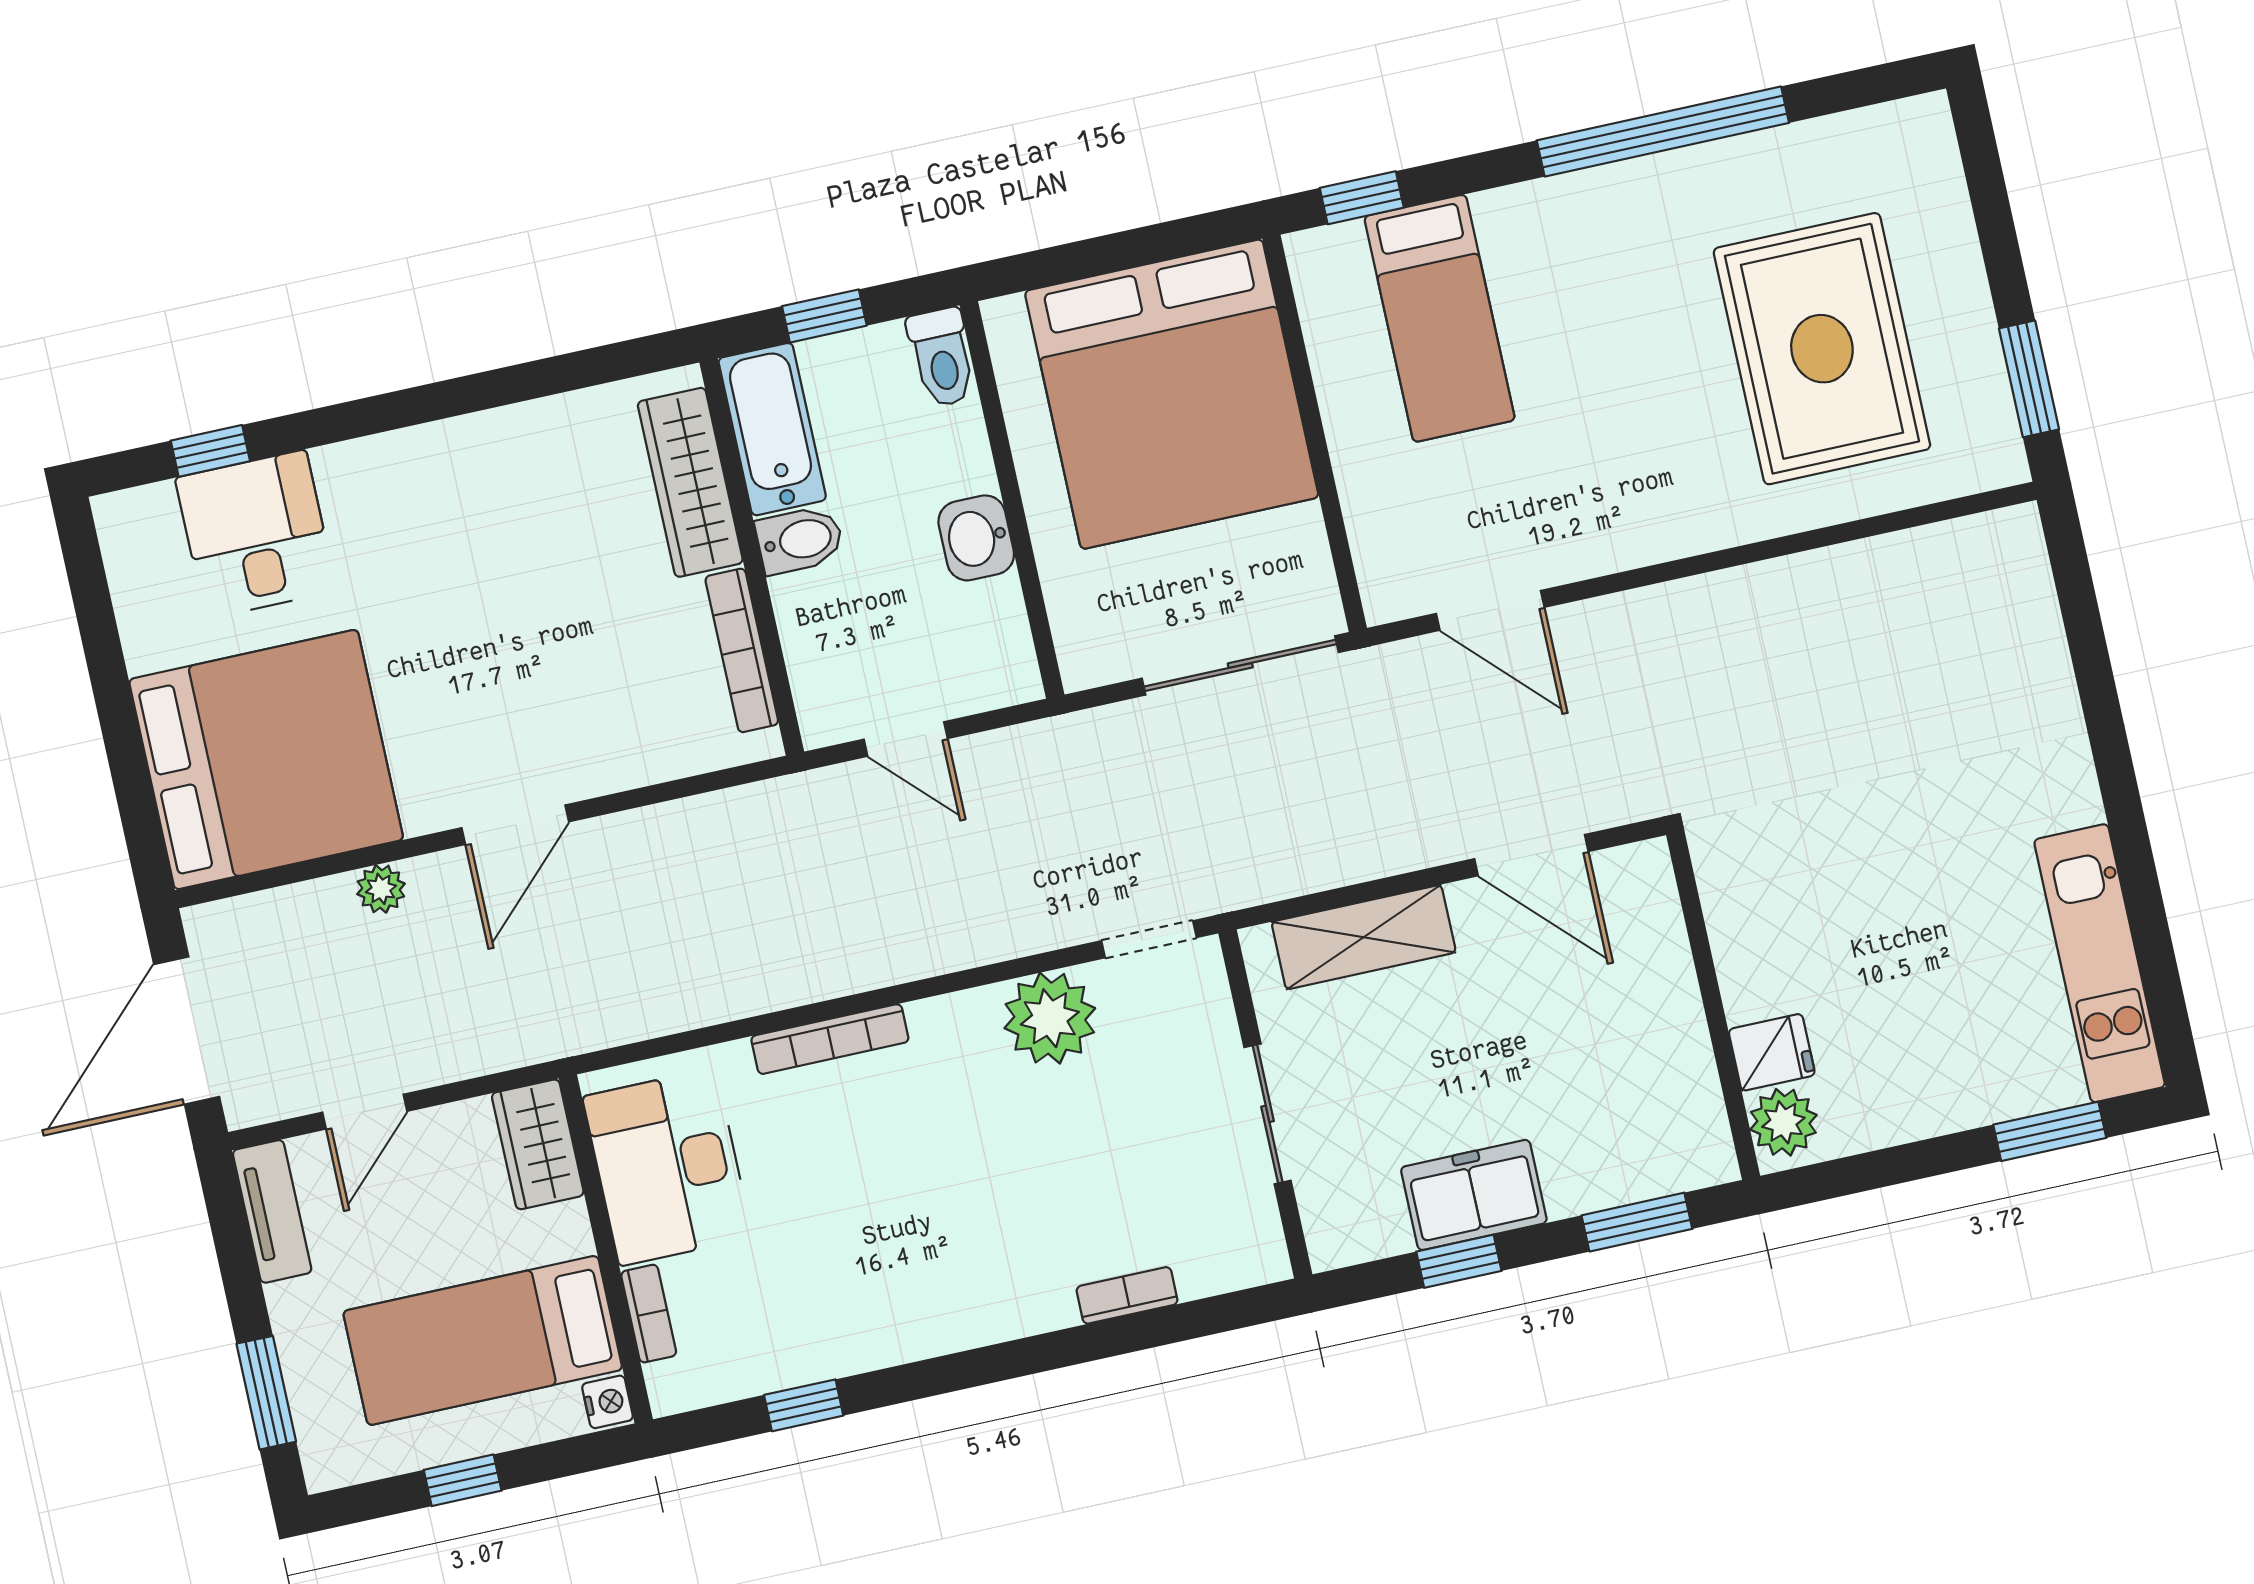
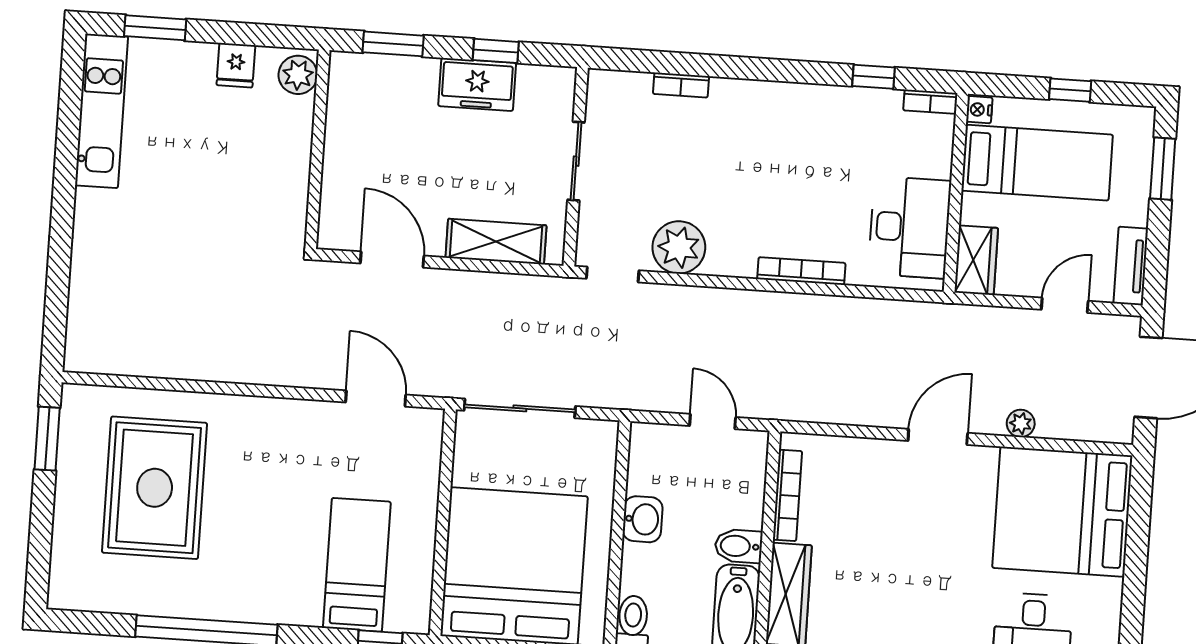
fridge: (1772, 1052) -> (236, 65), moved, turned -90
bookcase: (649, 1314) -> (930, 102), moved, turned -90

